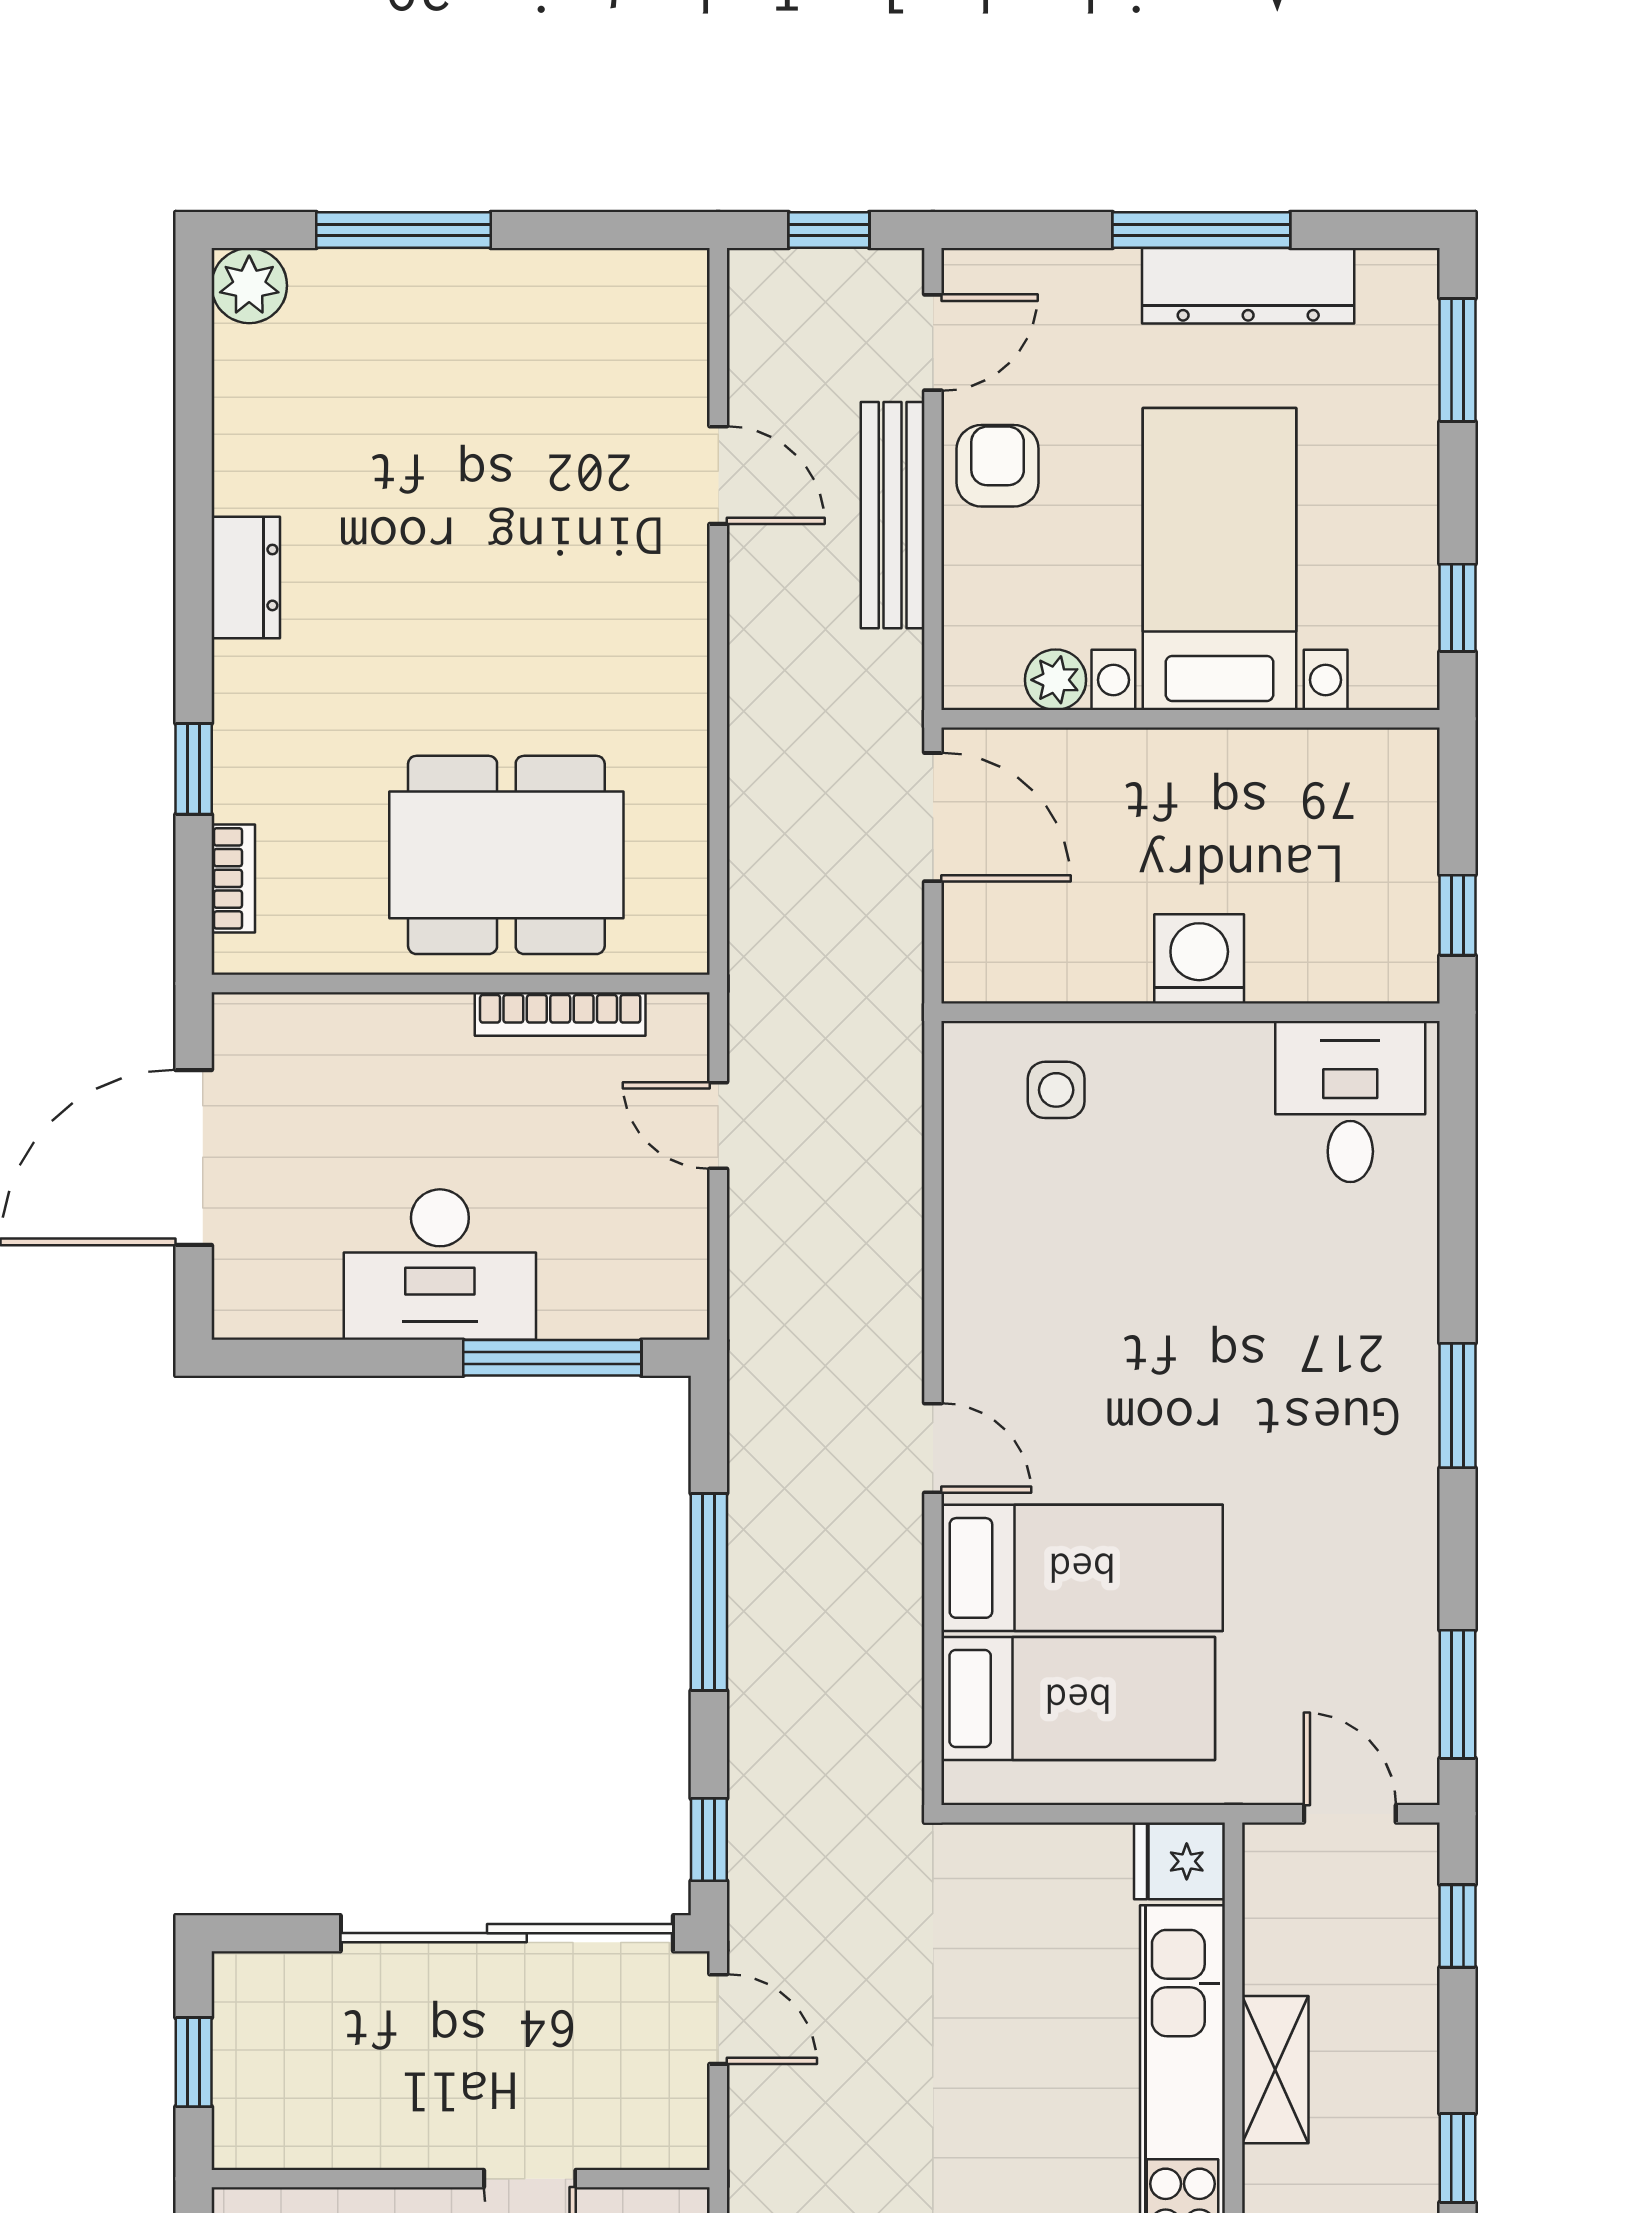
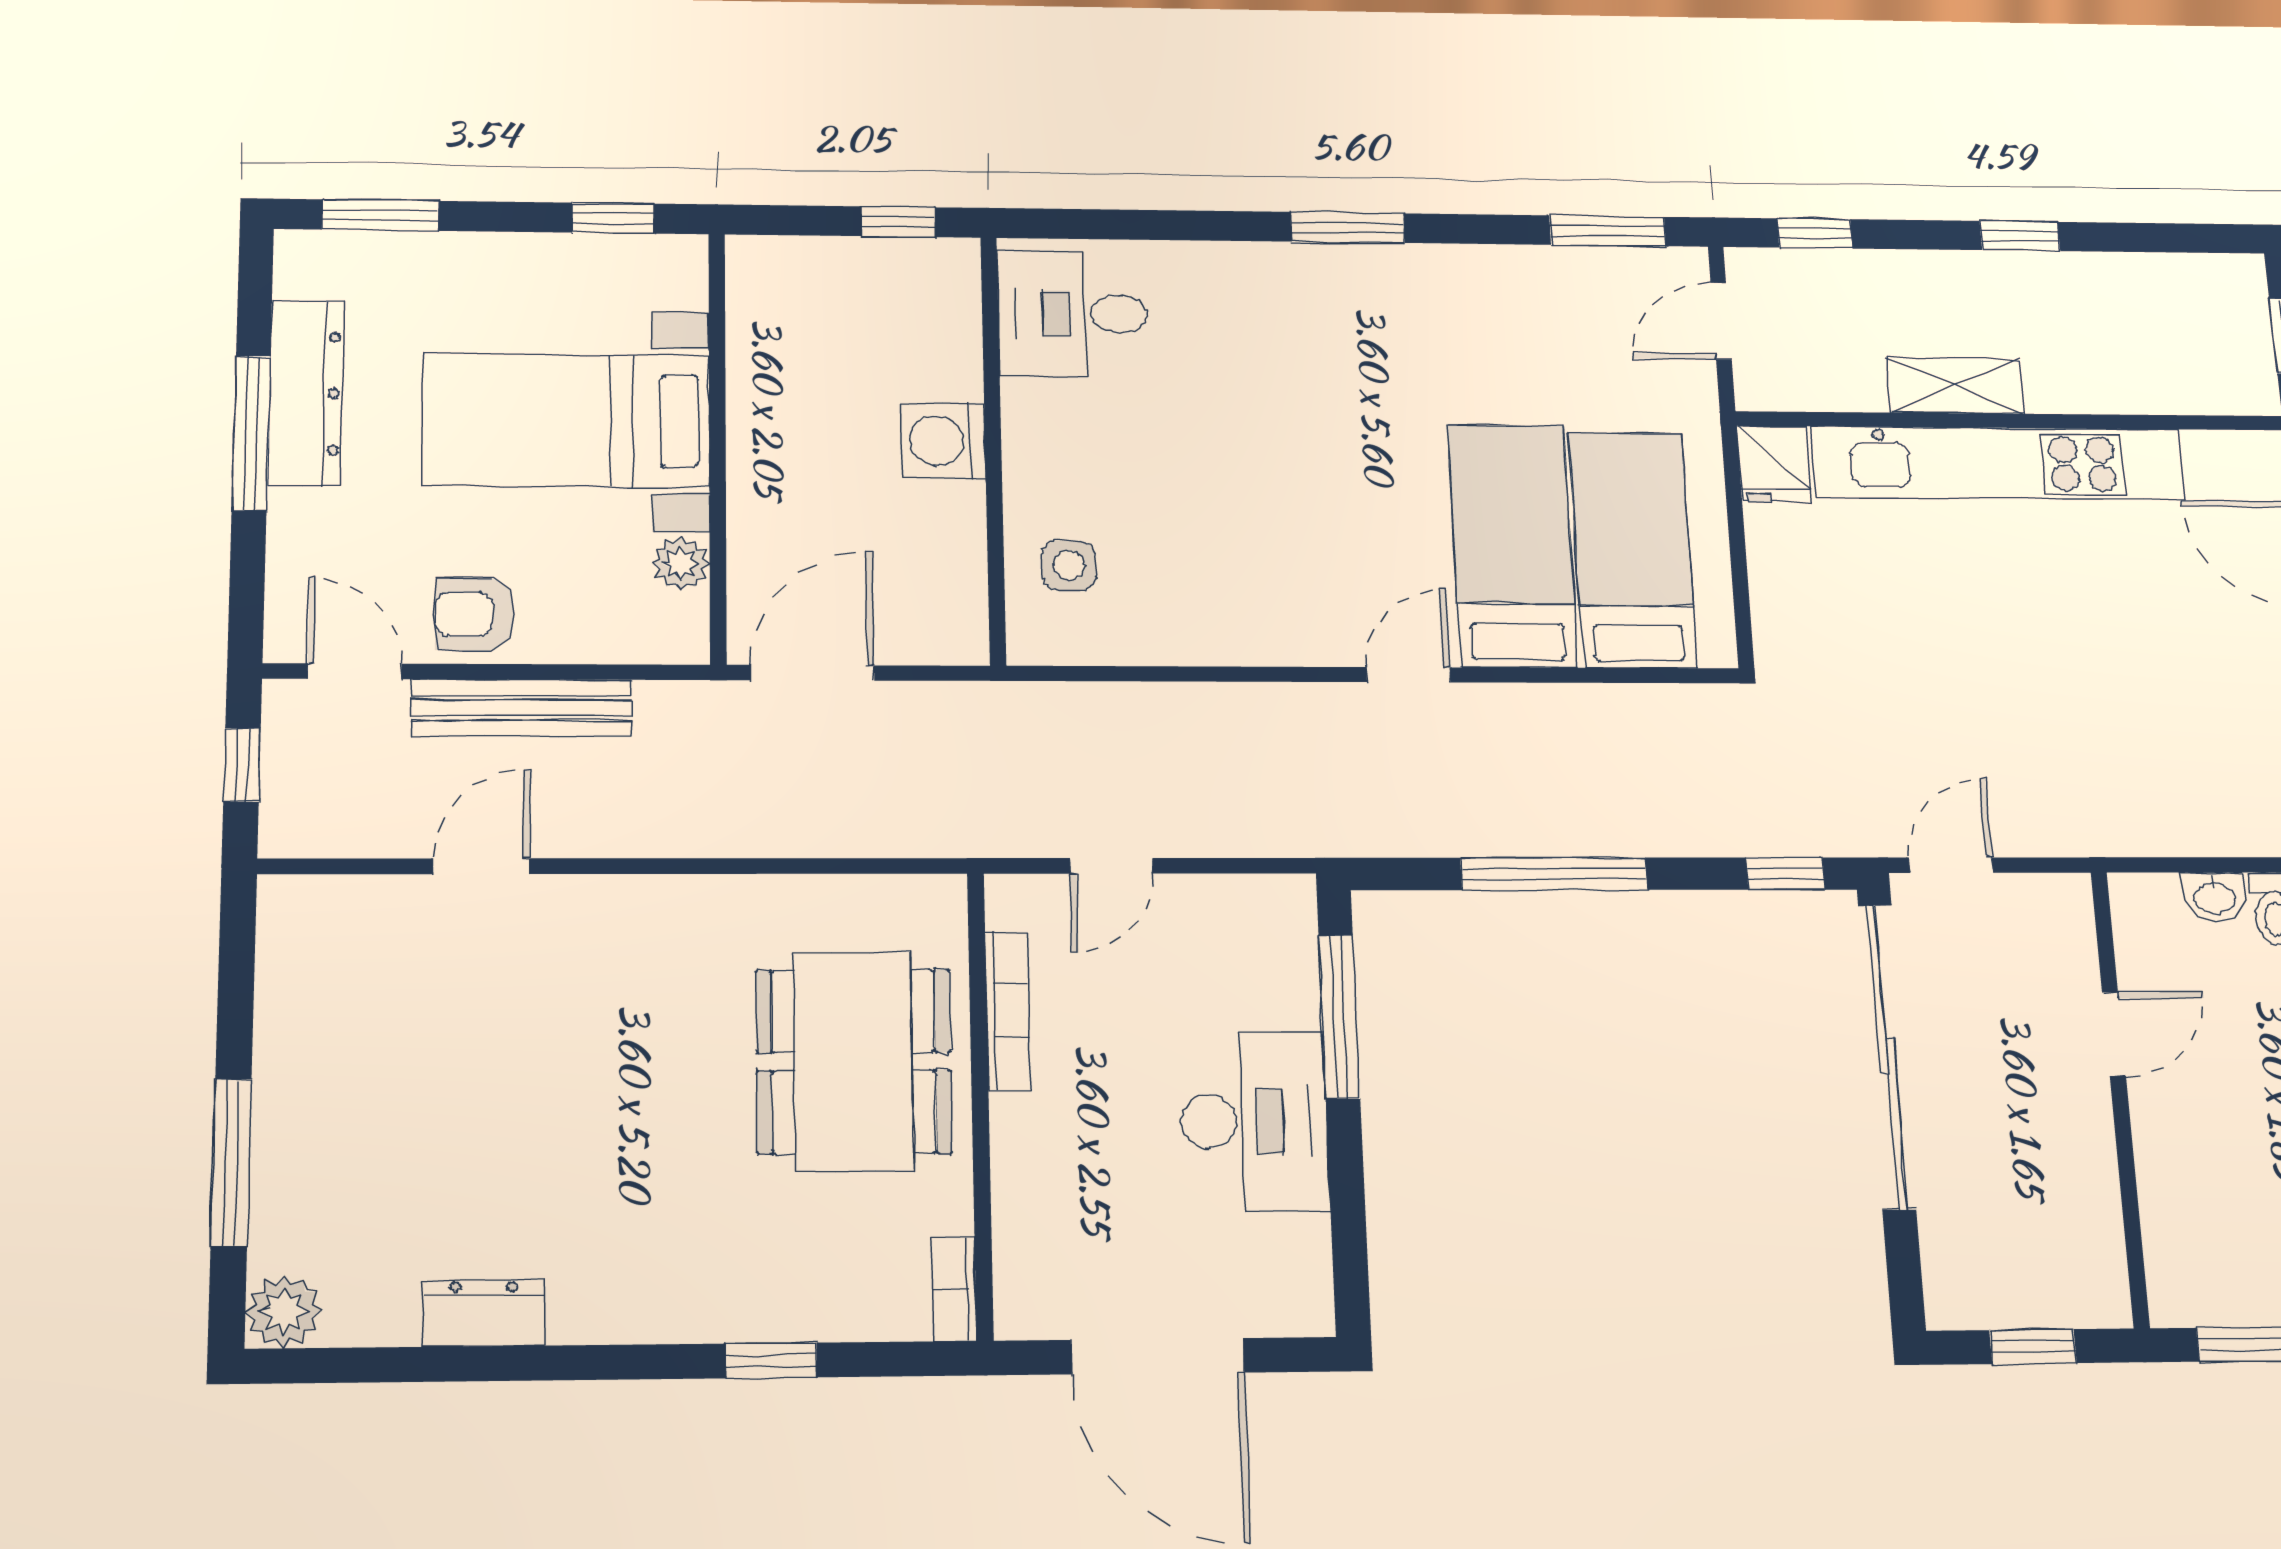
dresser: (246, 577) -> (483, 1313), moved
bookcase: (233, 878) -> (954, 1289), moved, turned -90

